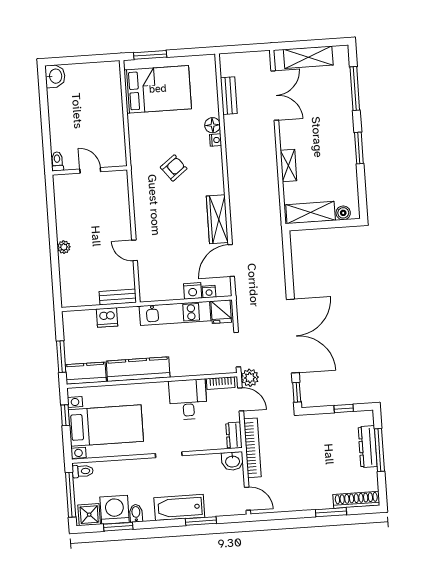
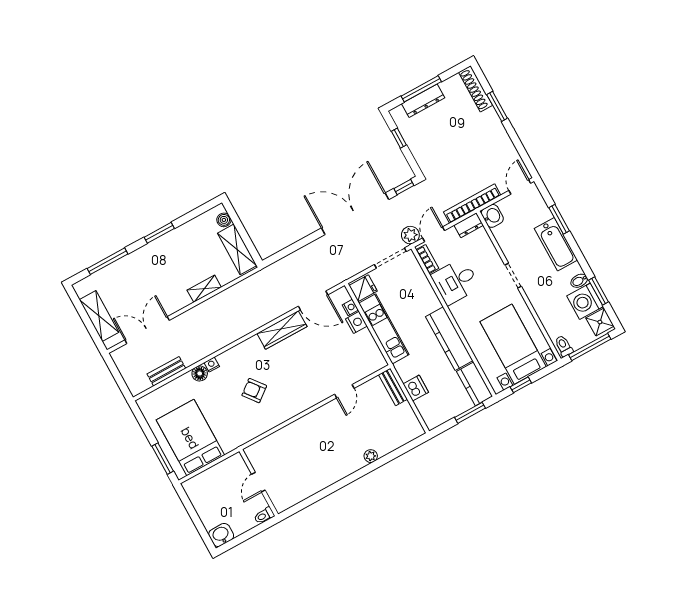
toilet: (57, 161) -> (264, 516), moved
door: (90, 170) -> (258, 482), moved
wall: (90, 170) -> (259, 483), moved

